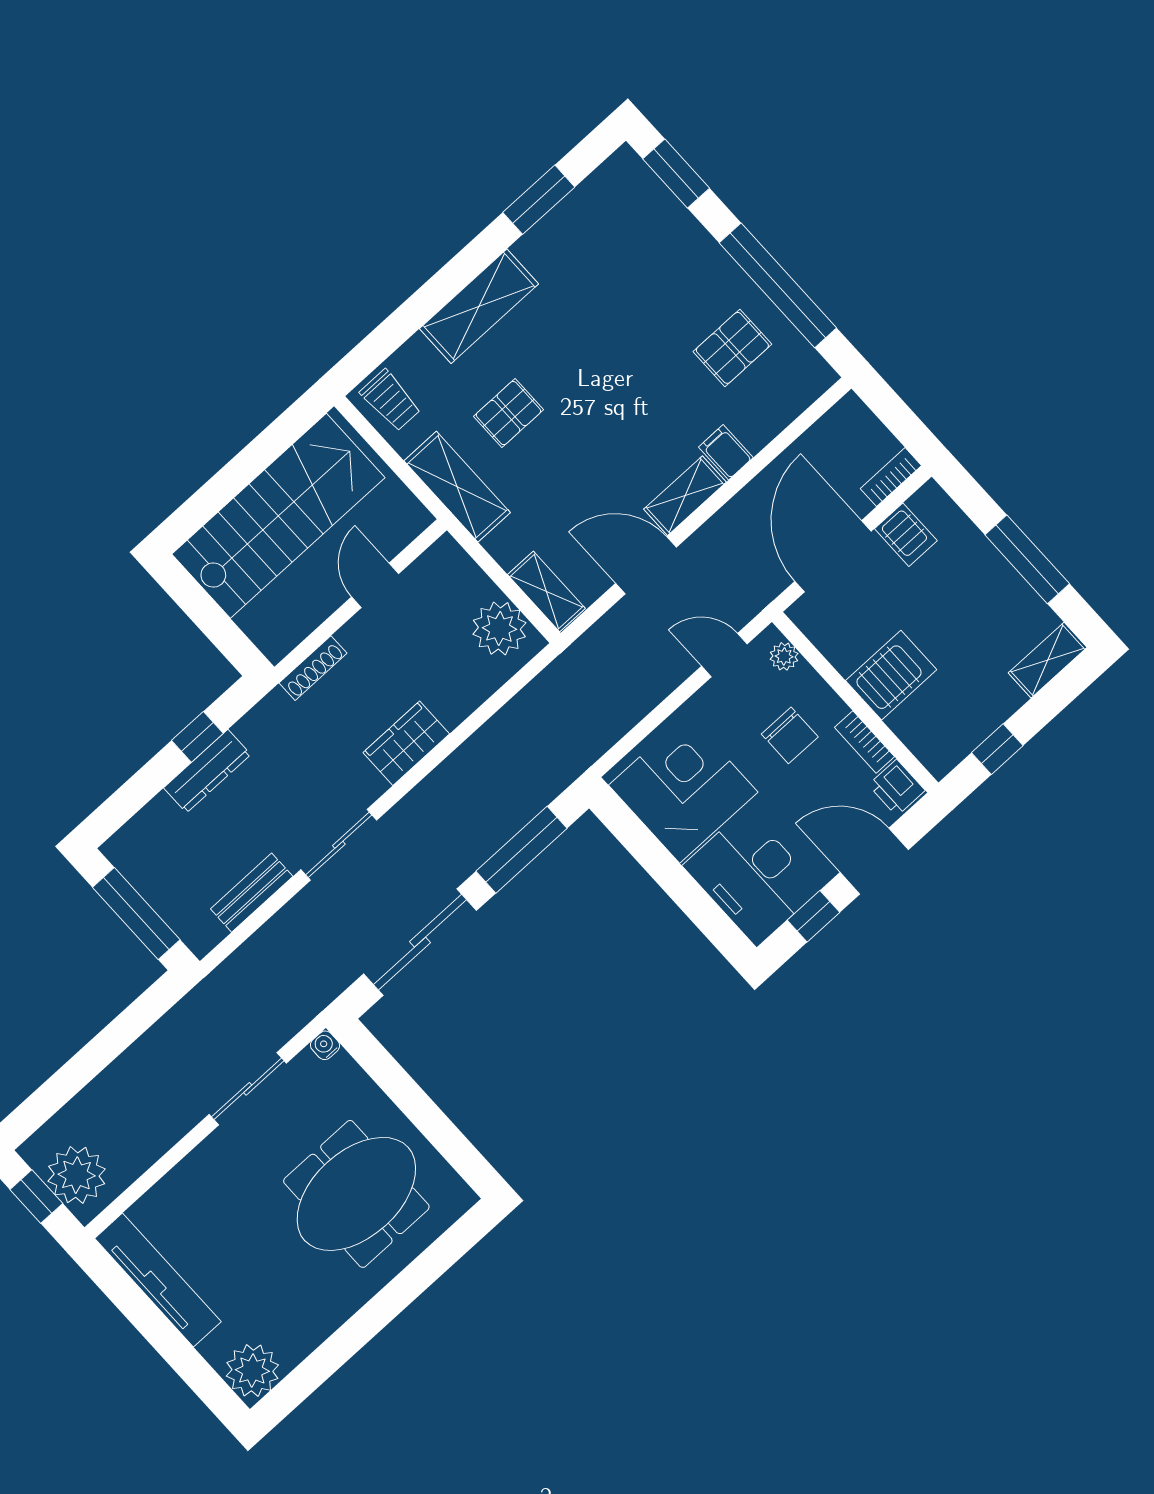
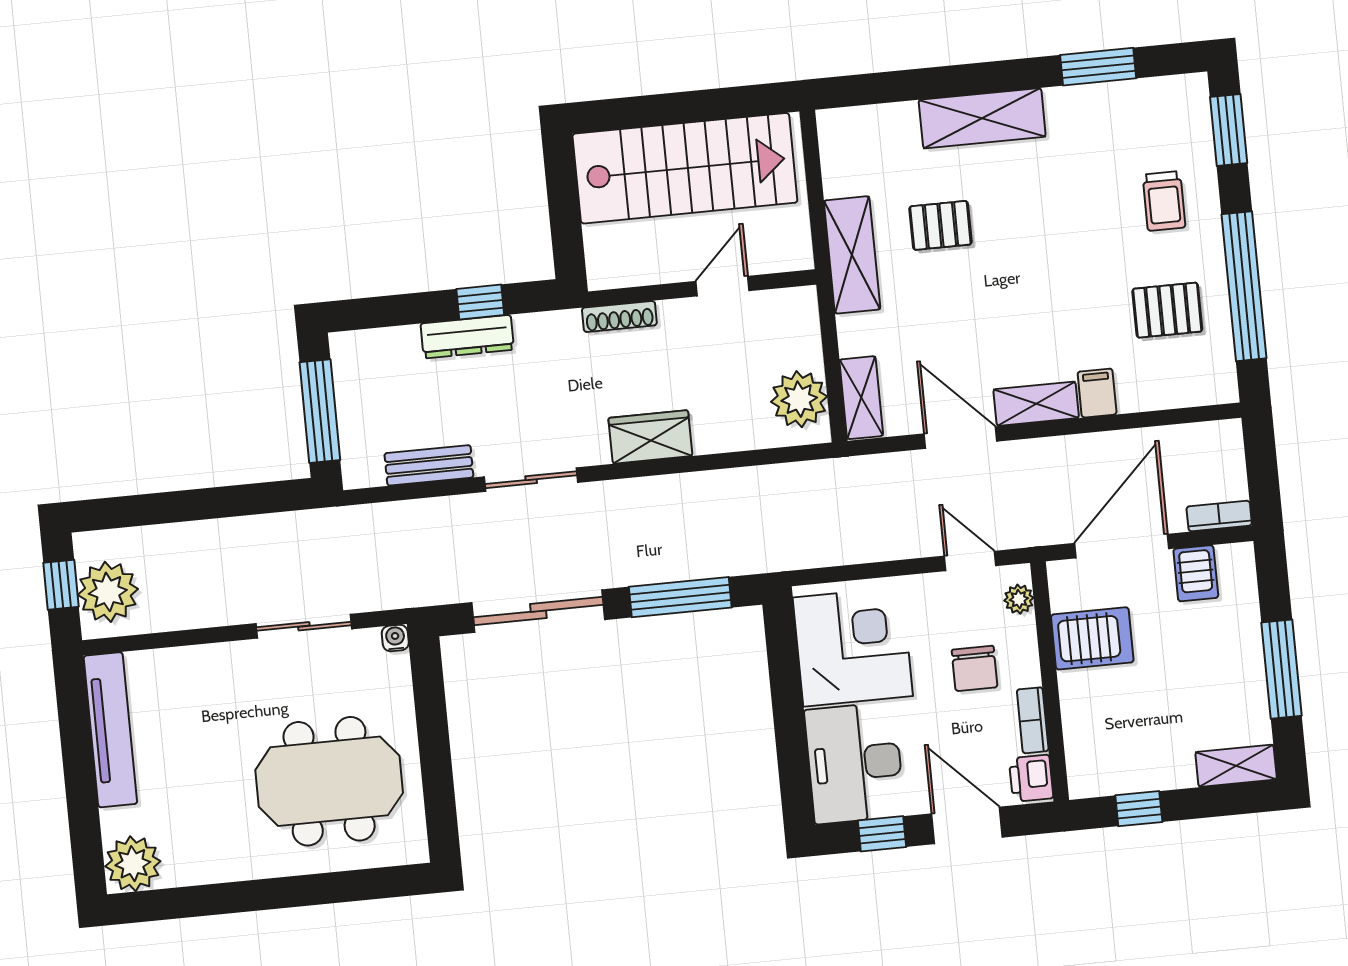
trolley: (390, 400) -> (1164, 201), moved
server rack: (891, 675) -> (1092, 638), moved

